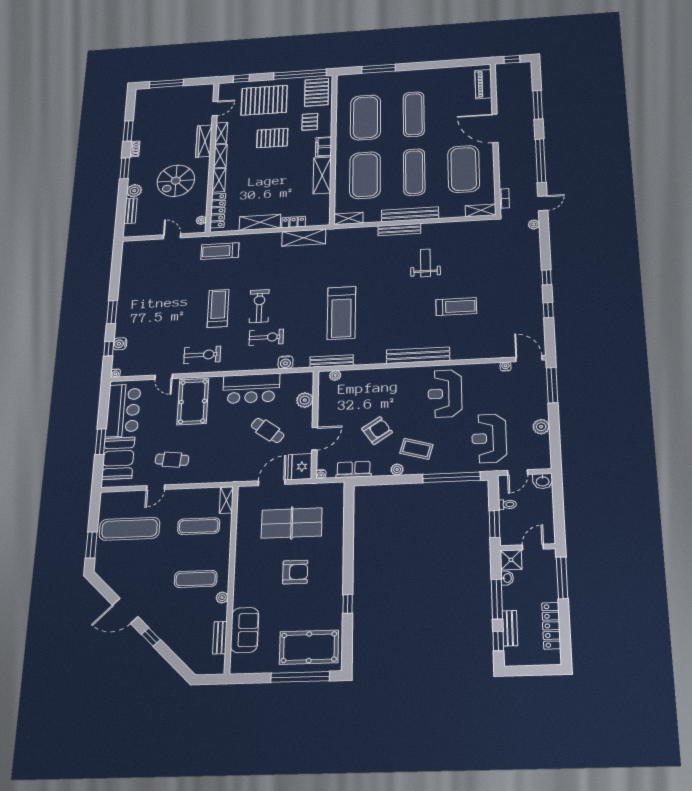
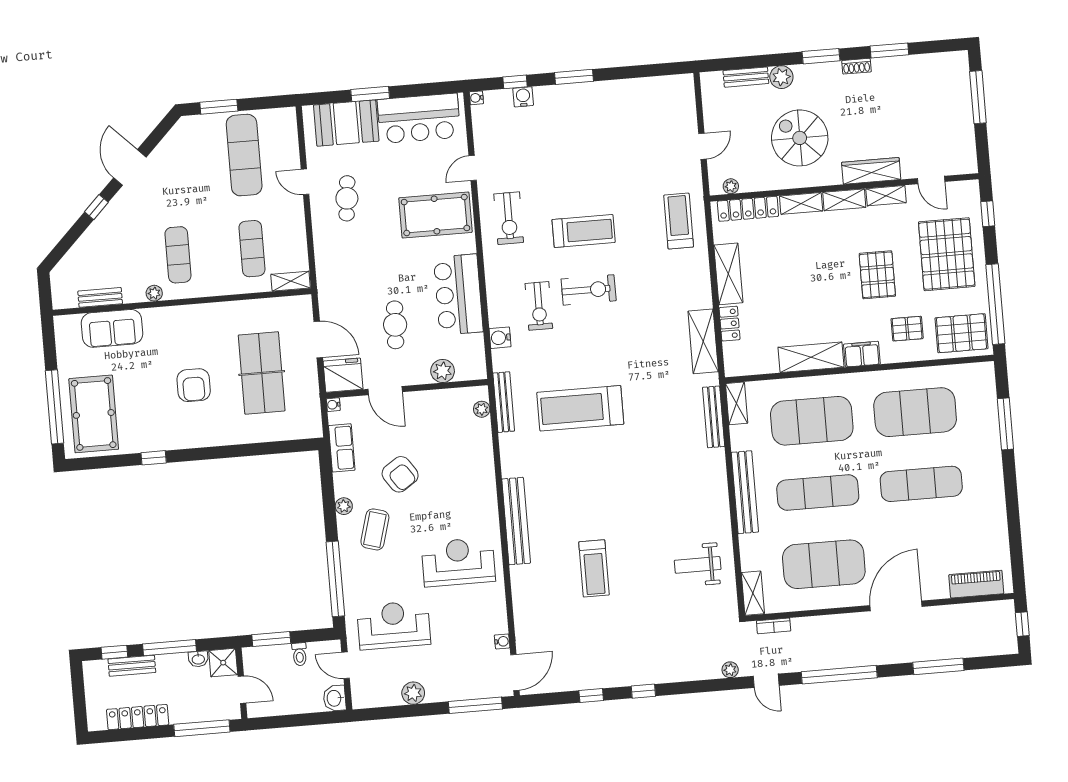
bench: (399, 230) -> (714, 417), moved
weight bench: (425, 263) -> (698, 565), moved, turned 180
cafe table: (268, 430) -> (395, 325), turned -33

